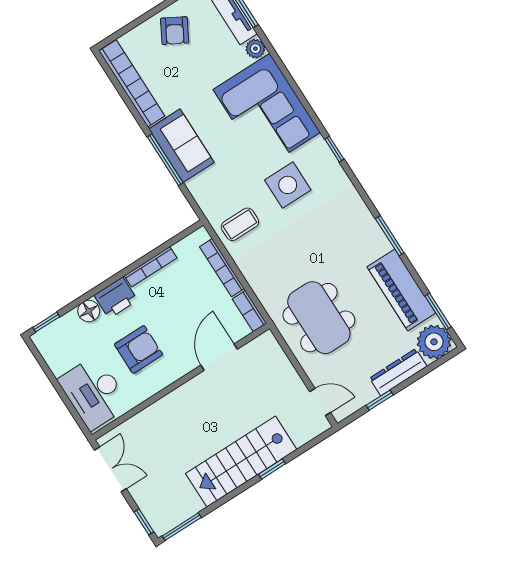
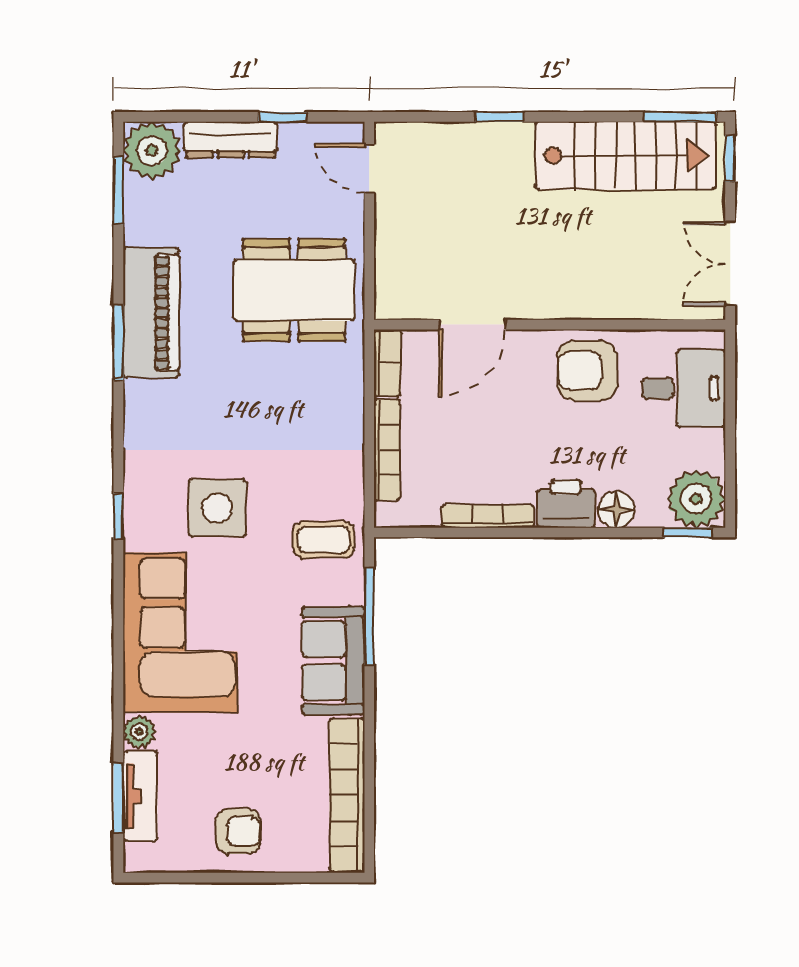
armchair: (175, 31) -> (238, 831), turned 61
window: (165, 160) -> (369, 616), moved
coffee table: (240, 224) -> (324, 540), moved
piano: (401, 290) -> (151, 313), moved
dining table: (319, 318) -> (294, 290), turned 90
plant: (52, 342) -> (696, 499), added
armchair: (139, 349) -> (587, 371), moved
desk: (94, 393) -> (684, 388), width x0.73
stairs: (241, 462) -> (625, 156), moved

